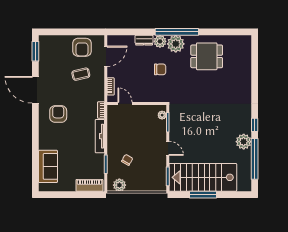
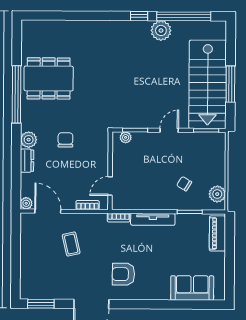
window: (177, 32) -> (16, 94), moved
plant: (176, 44) -> (26, 203), moved, width x0.53, depth x0.53
armchair: (82, 47) -> (36, 242), removed
dining table: (207, 56) -> (49, 78), width x1.37

